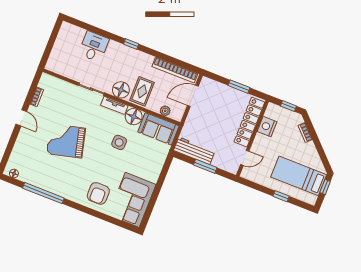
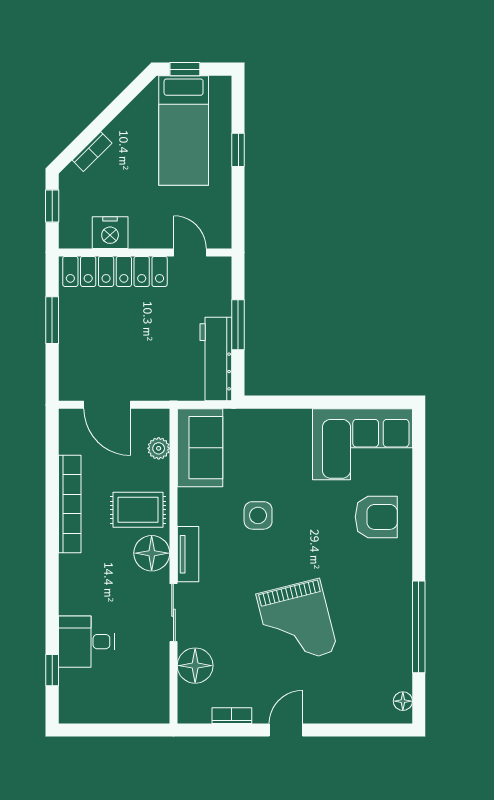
window: (131, 44) -> (52, 670), moved
bookcase: (175, 70) -> (70, 504), moved
floor lamp: (134, 117) -> (195, 666), moved

